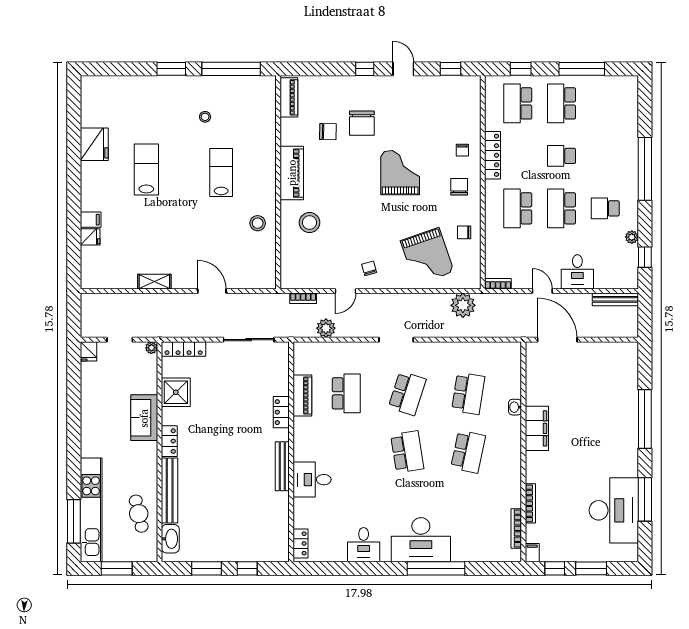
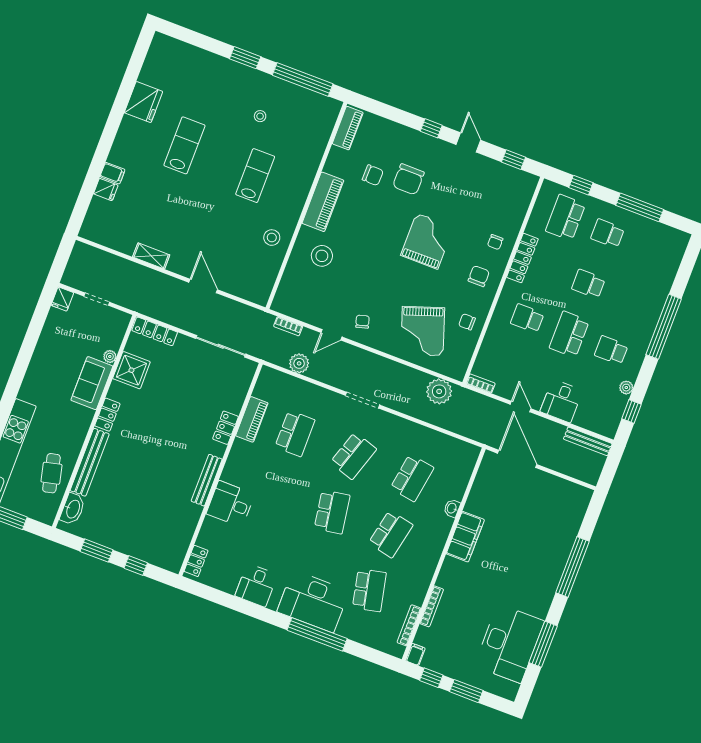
school desk: (562, 103) -> (608, 233), width x0.54
school desk: (518, 208) -> (527, 318), width x0.54
plant: (151, 348) -> (110, 356), moved
school desk: (468, 510) -> (369, 590), added

